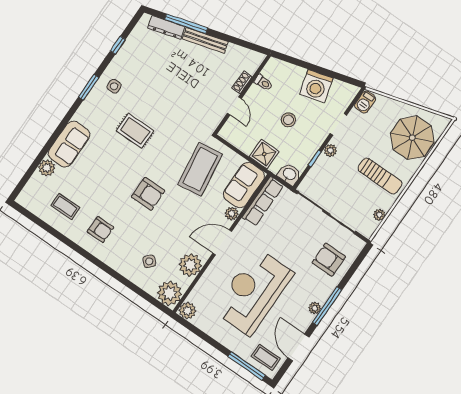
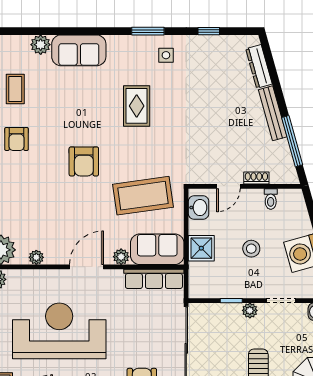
window: (186, 24) -> (292, 141), moved
washbasin: (289, 174) -> (199, 208), moved
door: (222, 242) -> (87, 267), hinge flipped
side table: (149, 261) -> (18, 208), removed
plant: (190, 265) -> (36, 257), width x0.53, depth x0.53

